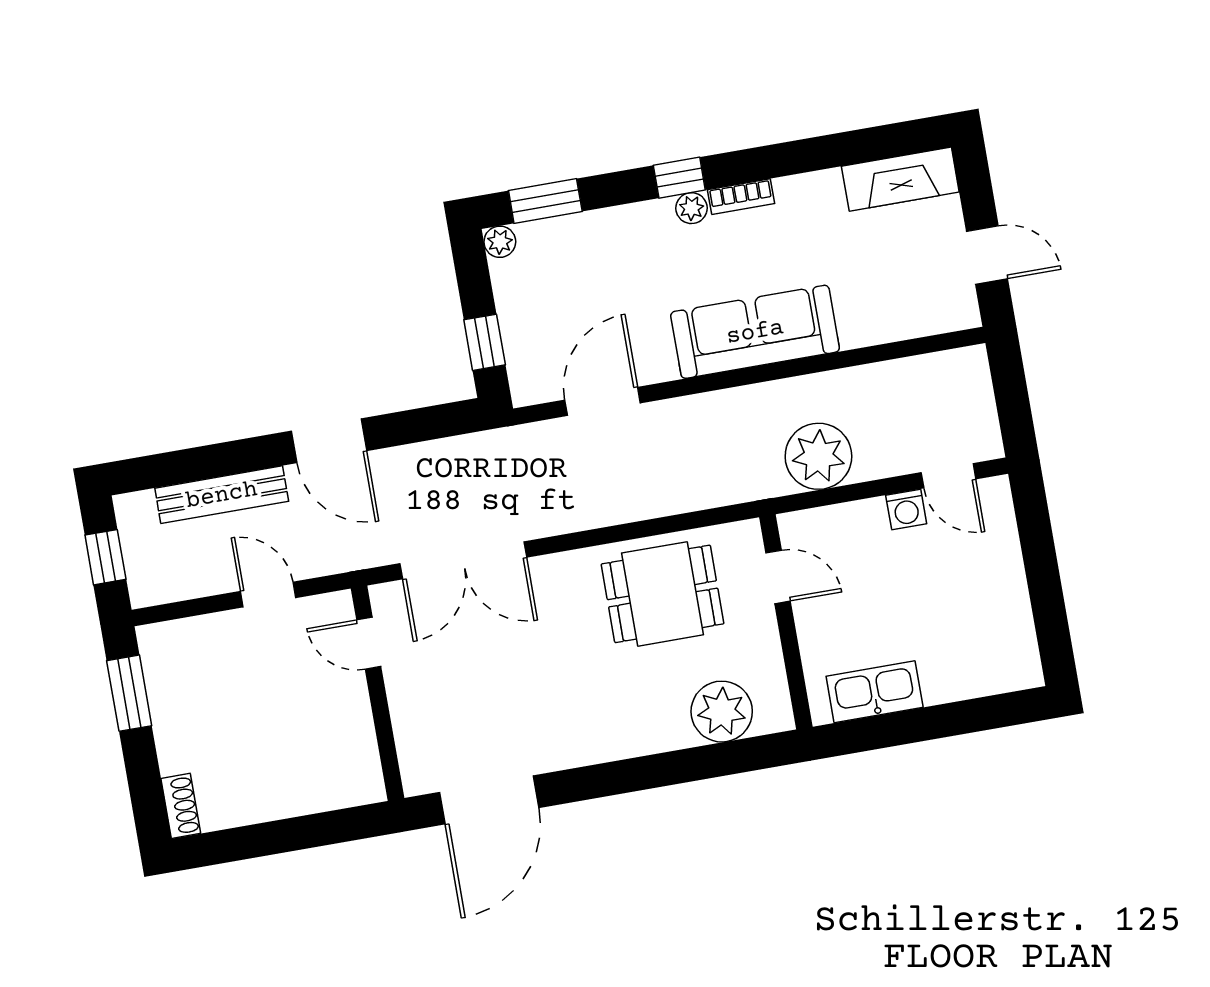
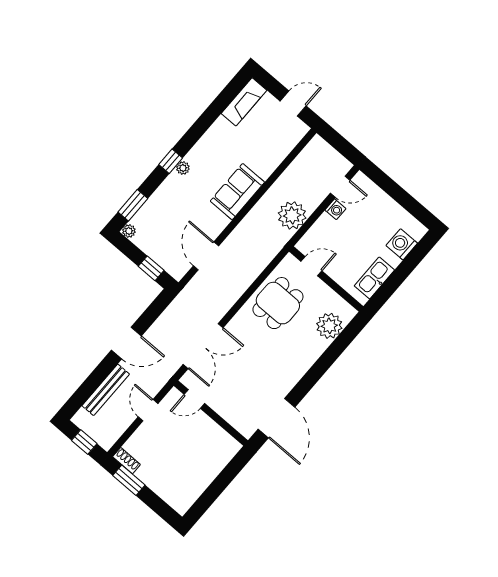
bookcase: (741, 197) -> (196, 151), removed
sofa: (755, 332) -> (237, 192), width x0.73
door: (268, 594) -> (148, 410), hinge flipped
washing machine: (974, 672) -> (402, 244), added
shoe rack: (181, 806) -> (127, 461), moved

